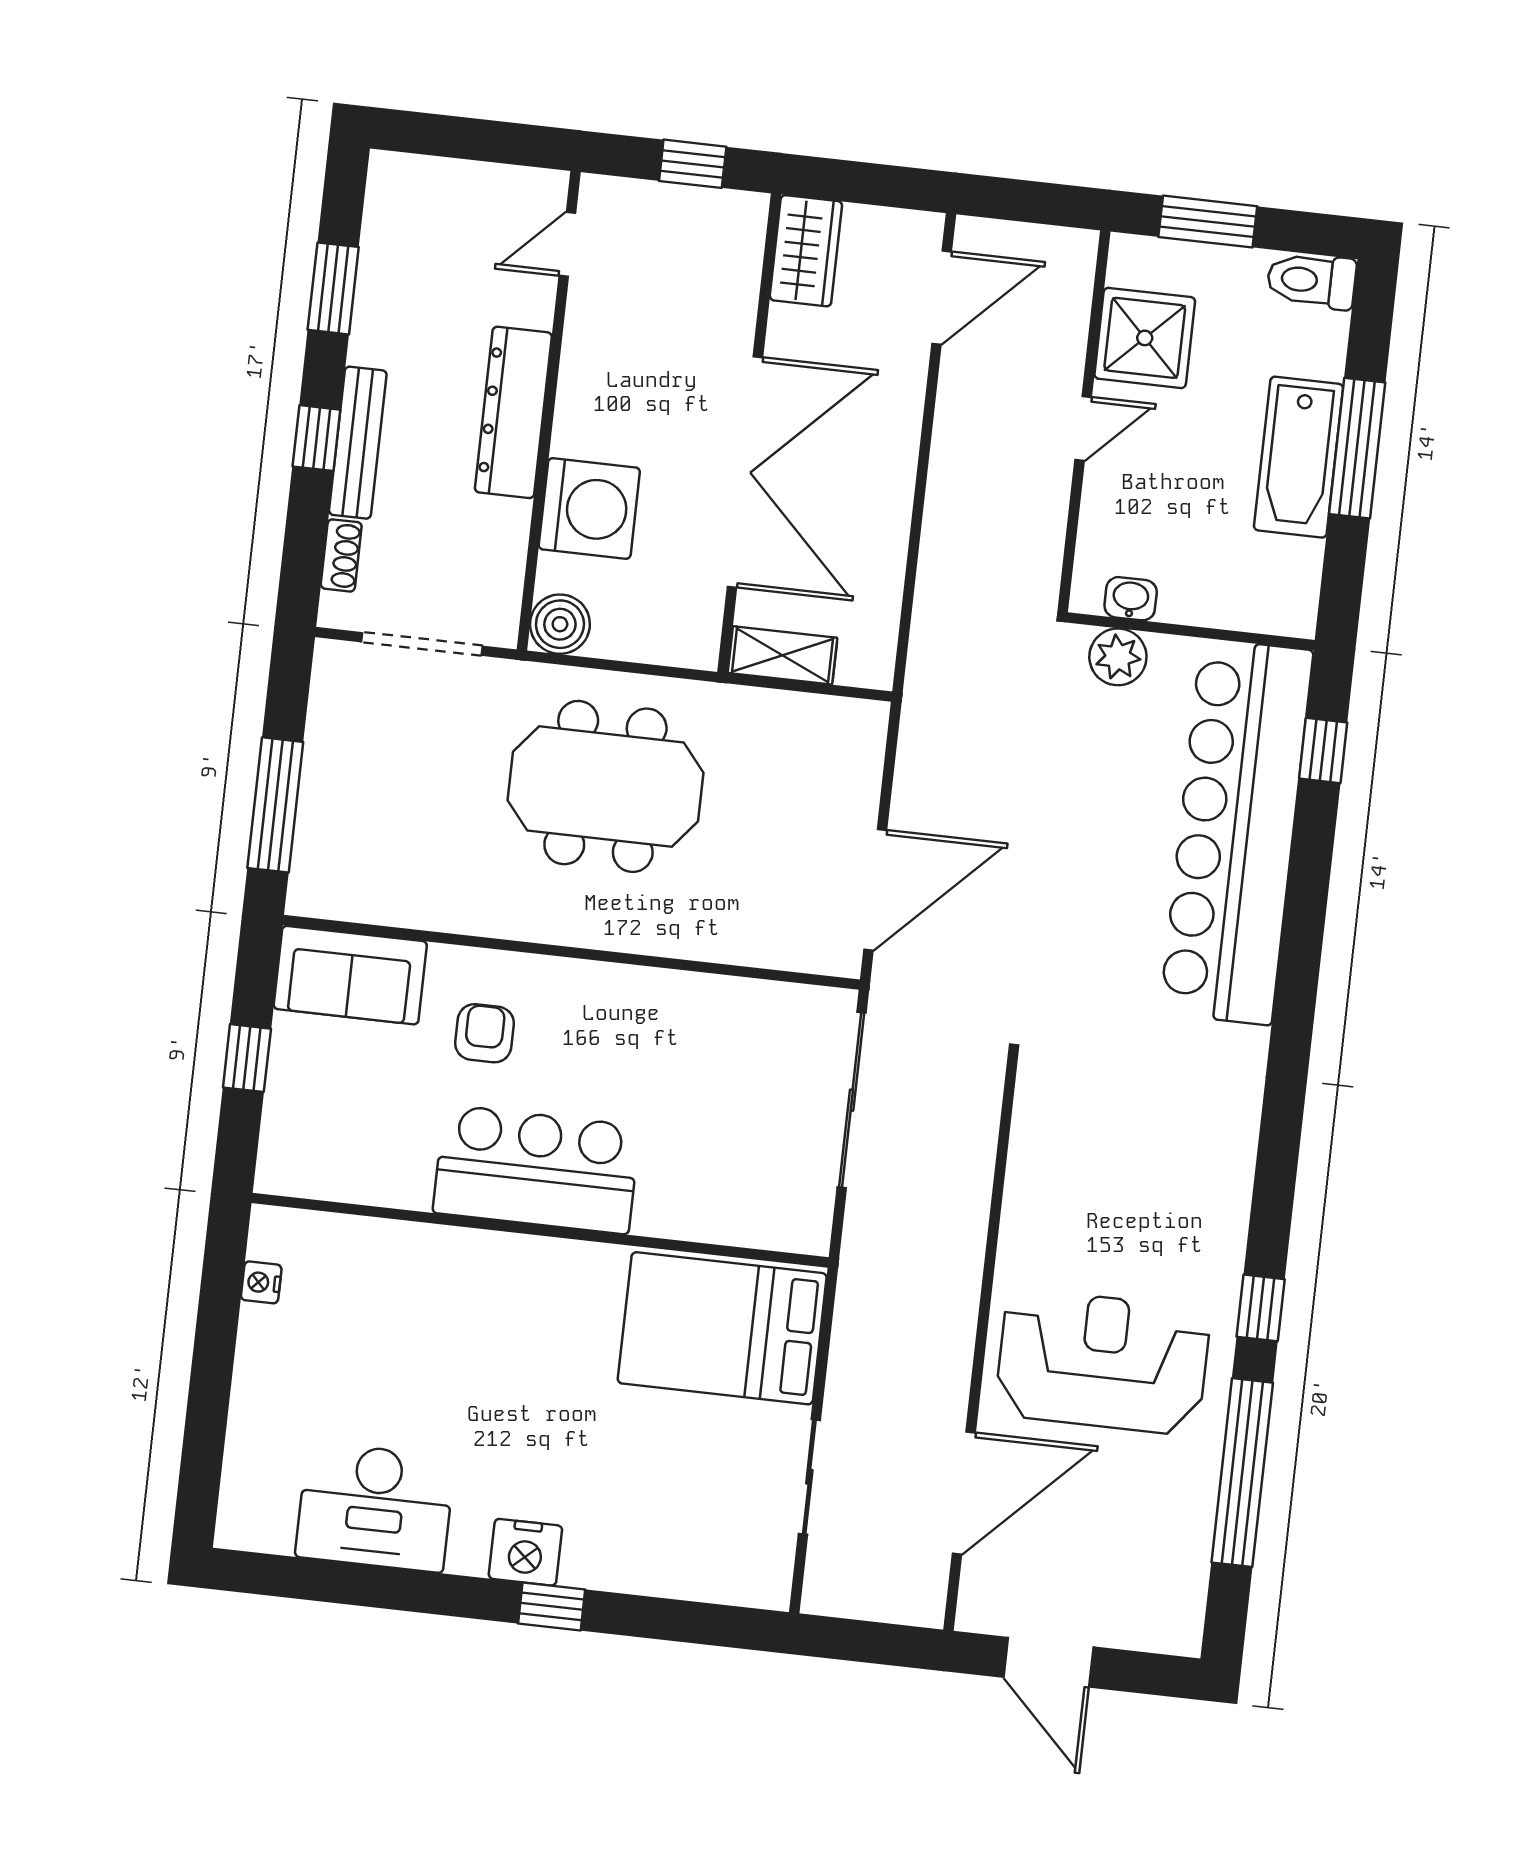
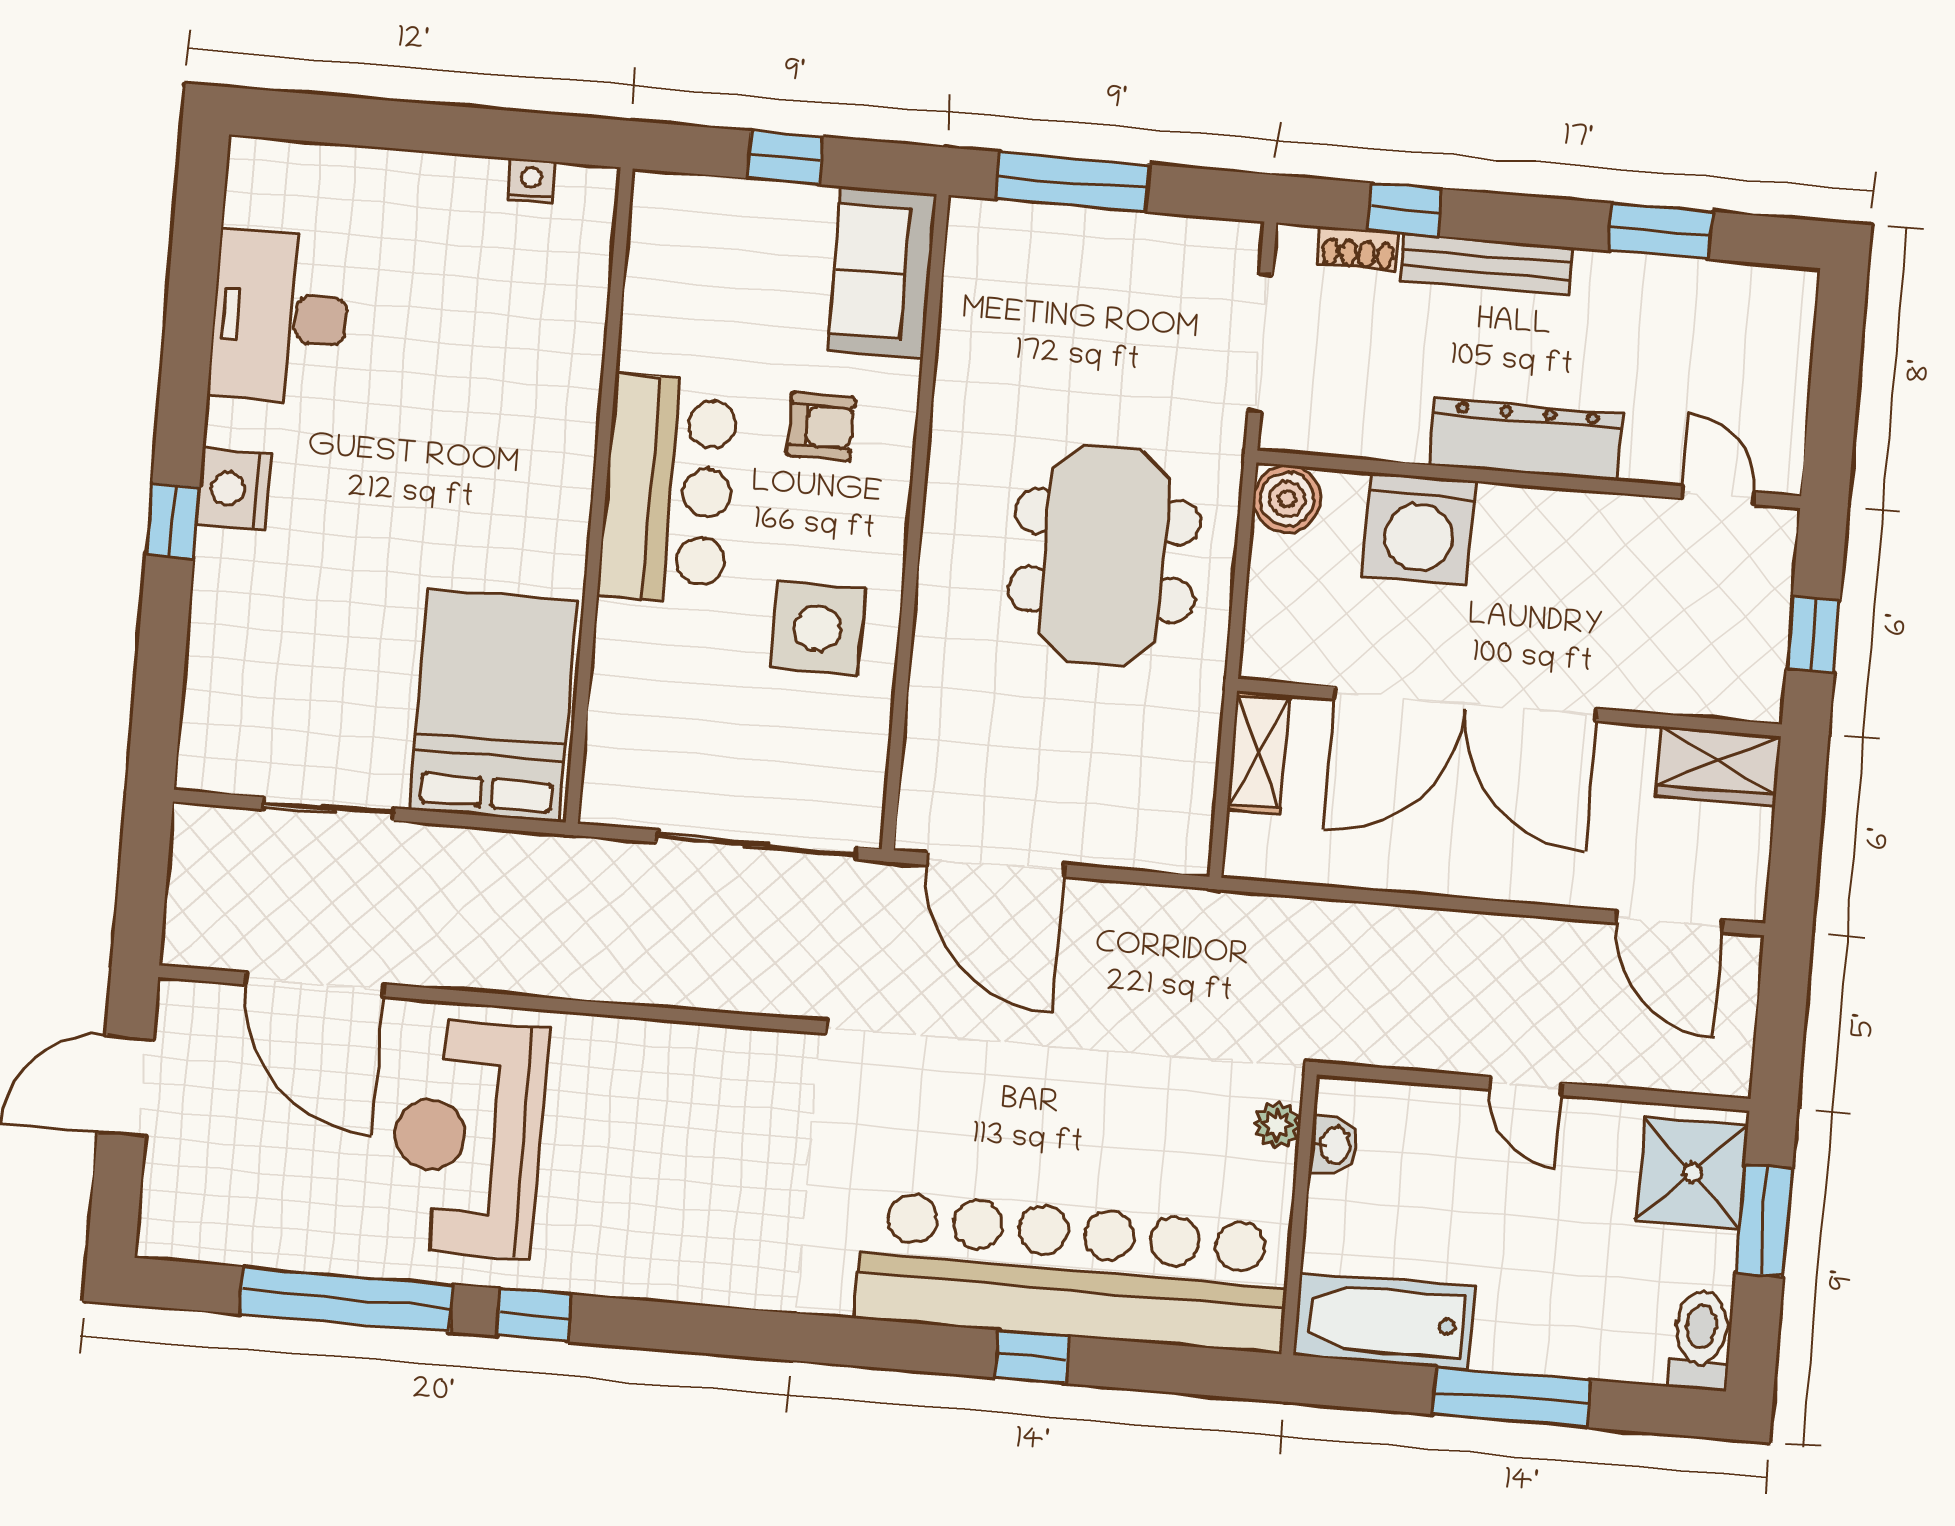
shower: (1145, 338) -> (1692, 1173), moved
window: (316, 438) -> (1405, 210), moved
bathtub: (1298, 457) -> (1384, 1321), moved
plant: (1118, 657) -> (1277, 1125), width x0.73, depth x0.73
window: (1323, 751) -> (1032, 1357), moved
side table: (662, 1041) -> (817, 628), added
reception desk: (1103, 1362) -> (468, 1138), turned 180

